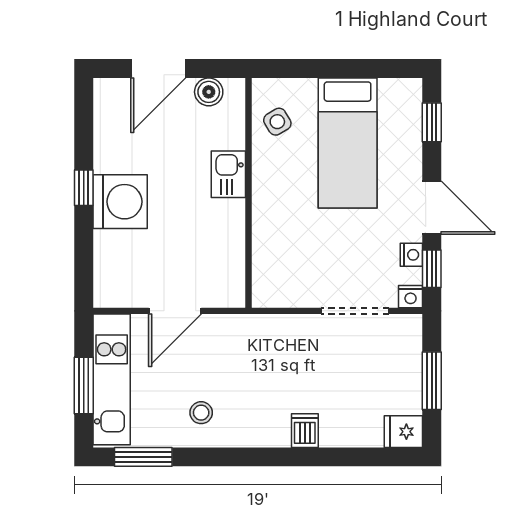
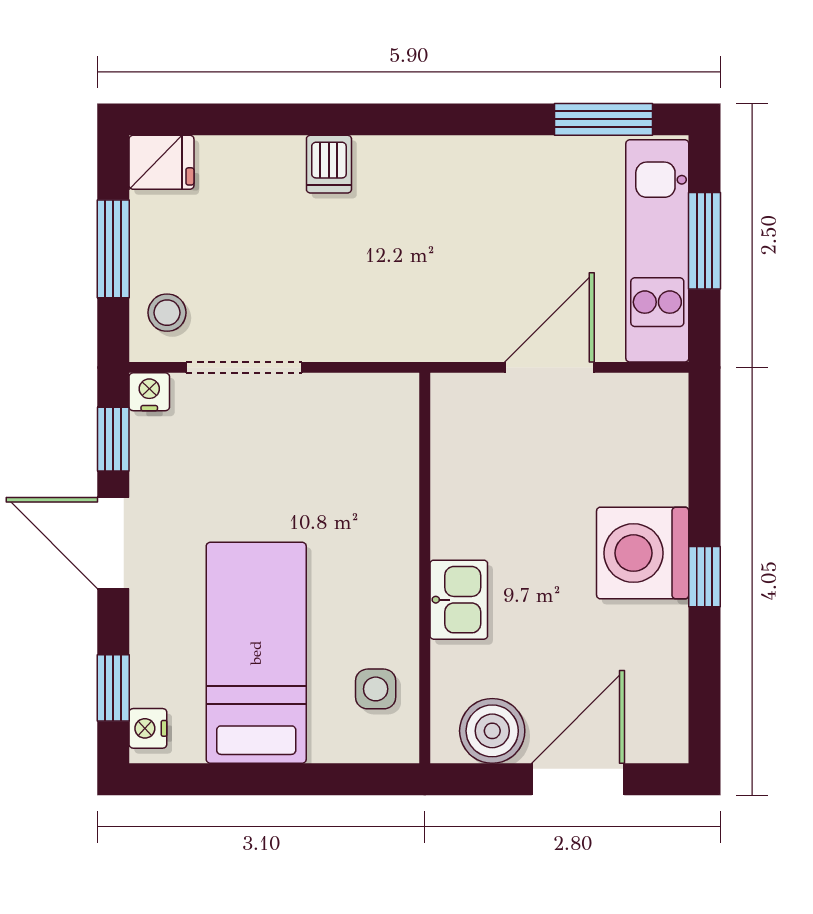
boiler: (209, 92) -> (492, 731), width x1.36, depth x1.36
side table: (277, 122) -> (376, 689), turned 31
nightstand: (411, 255) -> (148, 728), moved
stool: (201, 413) -> (167, 313), moved

